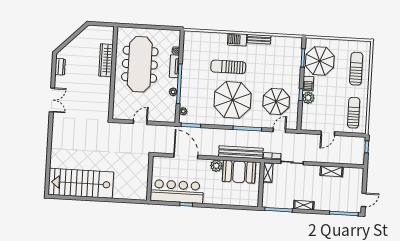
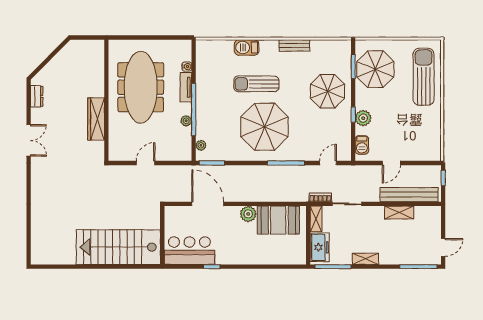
barbecue: (237, 39) -> (247, 47), moved
wardrobe: (106, 60) -> (96, 119), moved
sun lounger: (356, 69) -> (424, 77), width x1.36, depth x1.34
barbecue: (308, 84) -> (362, 145), moved
parasol: (276, 102) -> (327, 91), moved
sun lounger: (354, 113) -> (424, 134), removed
bench: (241, 152) -> (409, 195), moved
stairs: (81, 183) -> (118, 247), moved
bar counter: (177, 192) -> (189, 251), width x0.73
freezer: (269, 194) -> (320, 247), added

